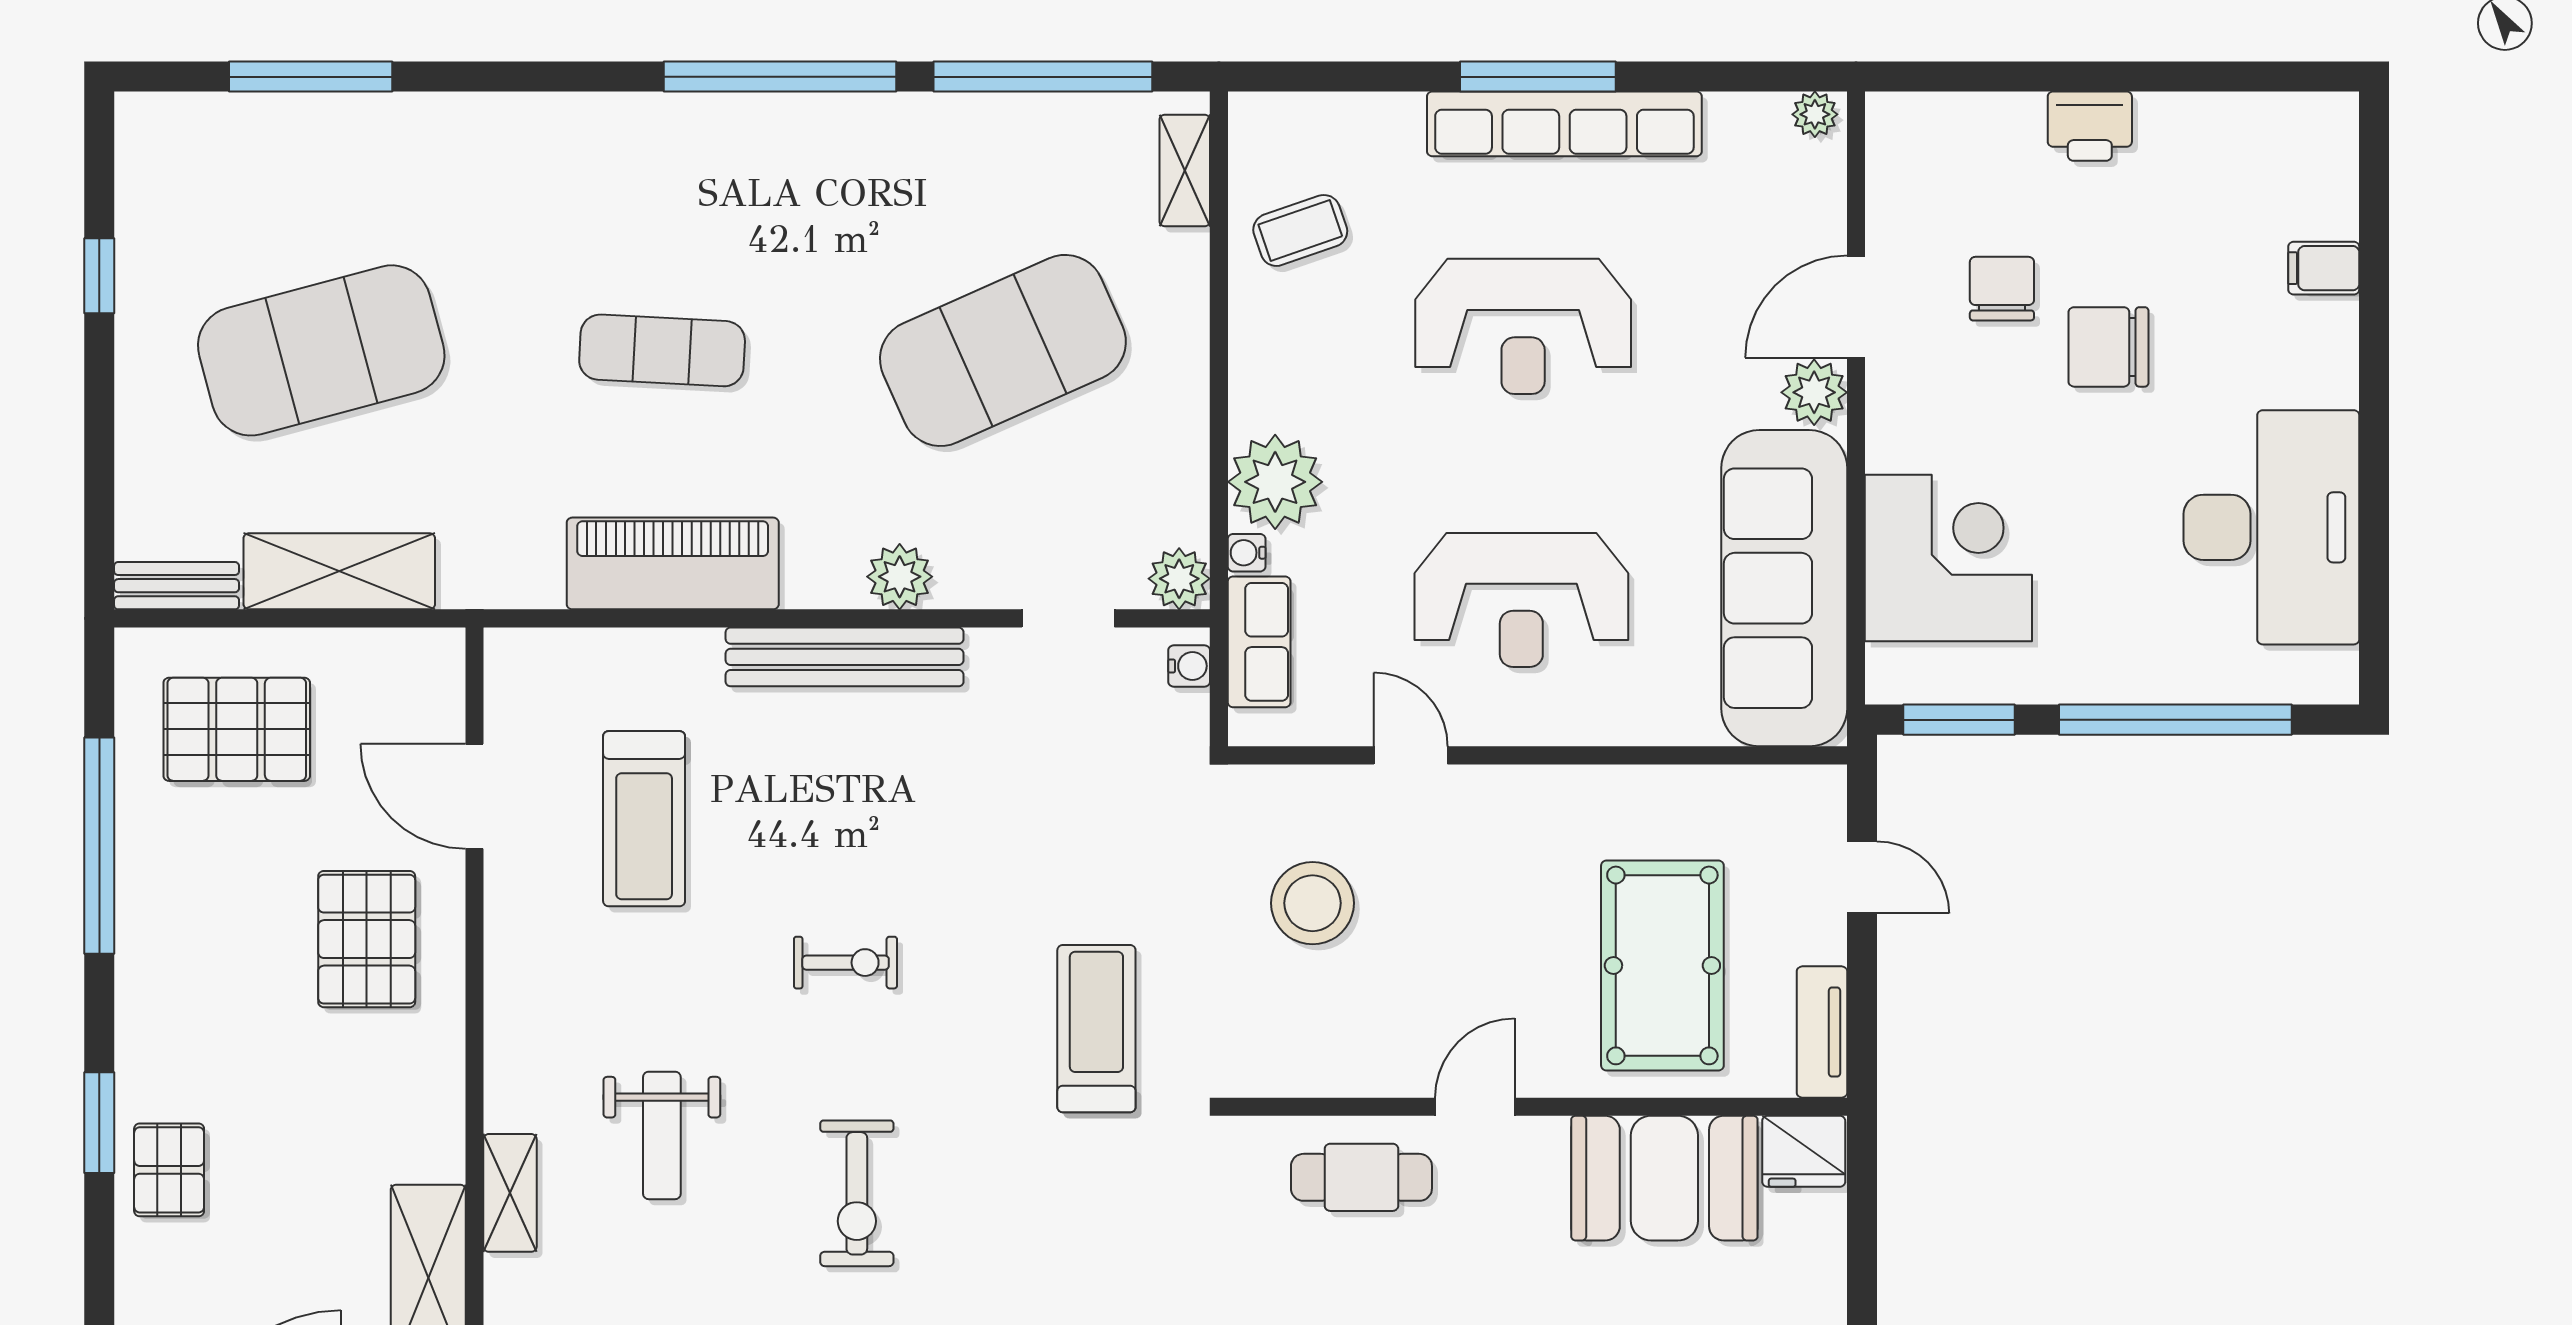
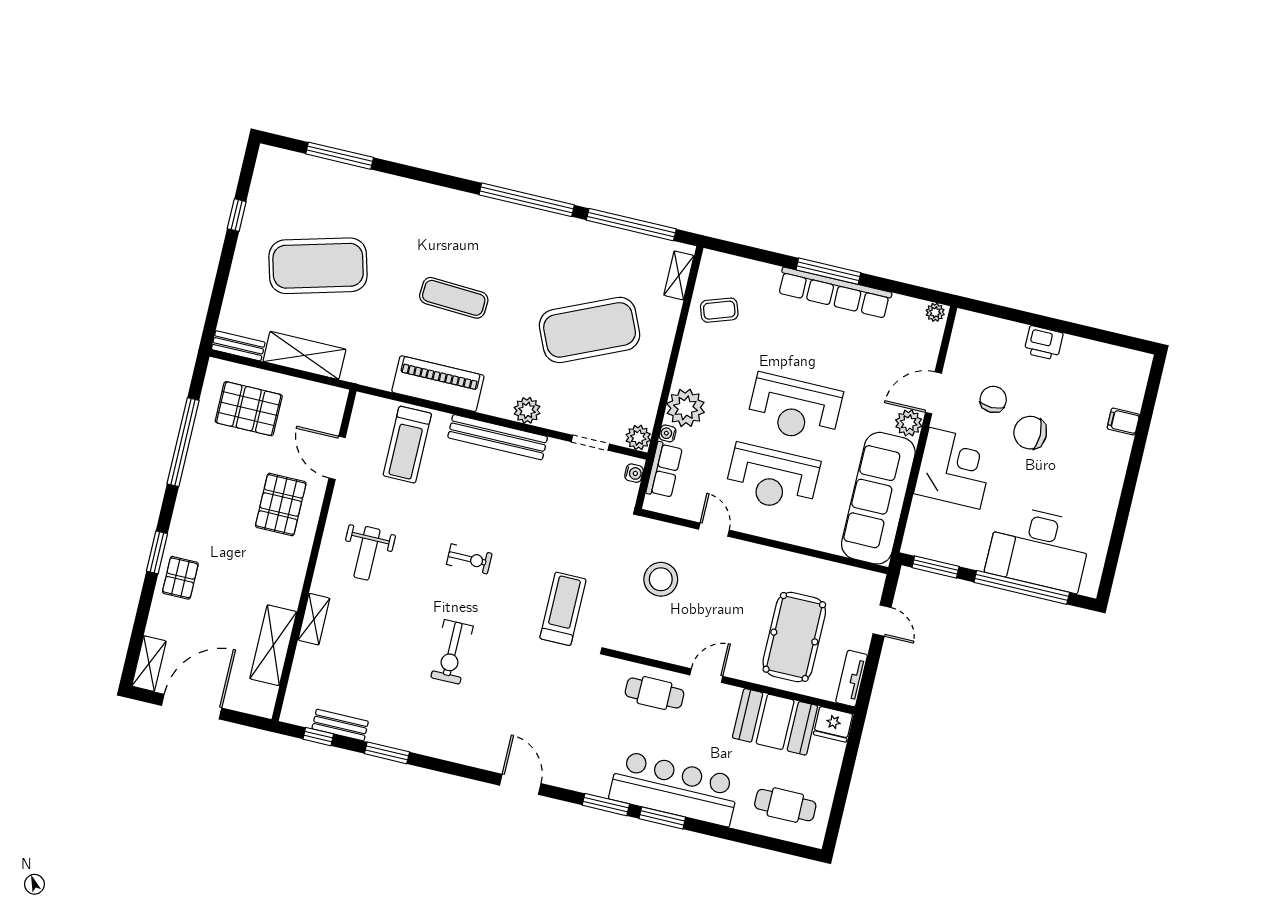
reception desk: (1523, 326) -> (795, 408), moved
desk: (2271, 527) -> (1039, 548), moved, turned 90
corner desk: (1948, 558) -> (954, 468), moved
treadmill: (644, 819) -> (407, 445), moved
weight bench: (662, 1135) -> (367, 553), moved

